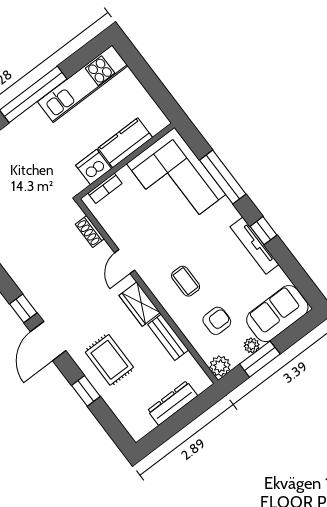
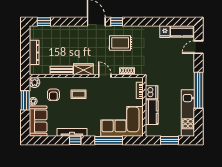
window: (149, 80) -> (170, 140), added
rug: (109, 360) -> (120, 43), moved
window: (86, 391) -> (44, 22), moved

